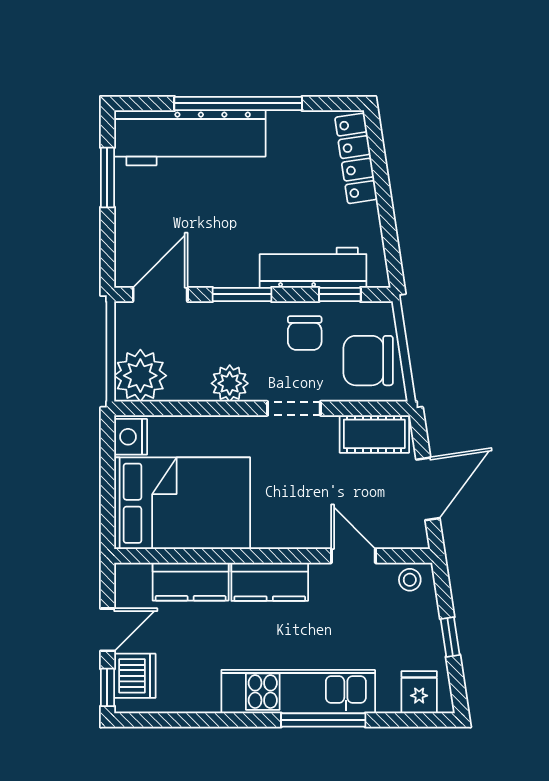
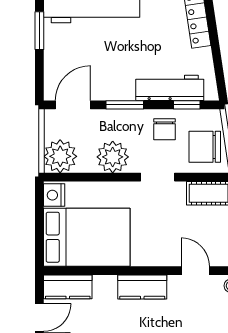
plant: (230, 383) -> (113, 157), width x1.36, depth x1.36
kitchen counter: (191, 582) -> (68, 287), moved

